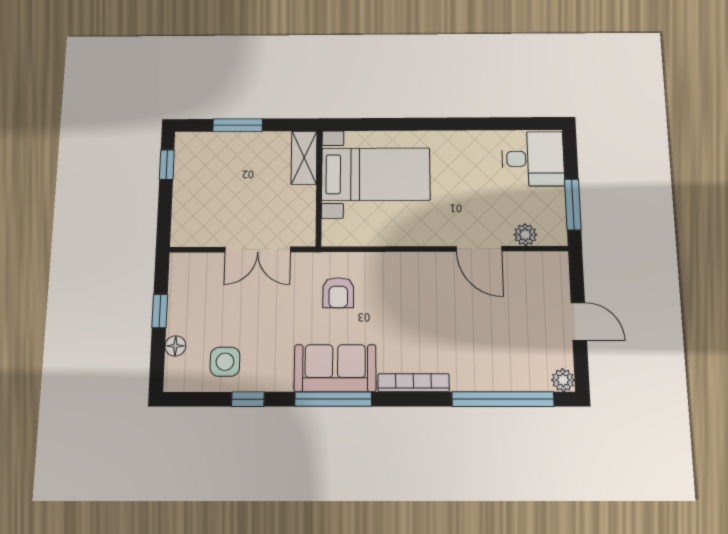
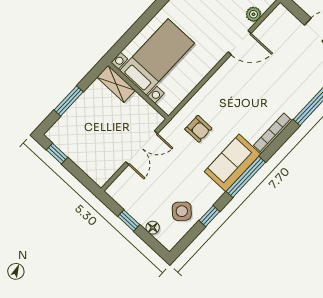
side table: (225, 362) -> (182, 211), turned 45

